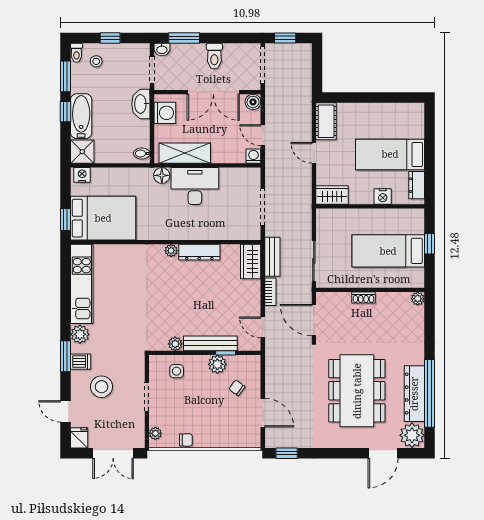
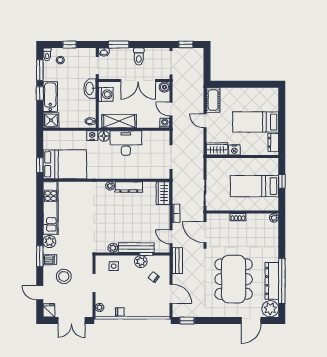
nightstand: (82, 175) -> (92, 136), moved
nightstand: (383, 196) -> (234, 150), moved
bench: (272, 257) -> (177, 261), moved

